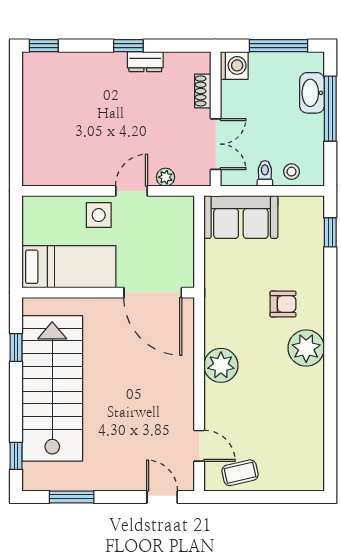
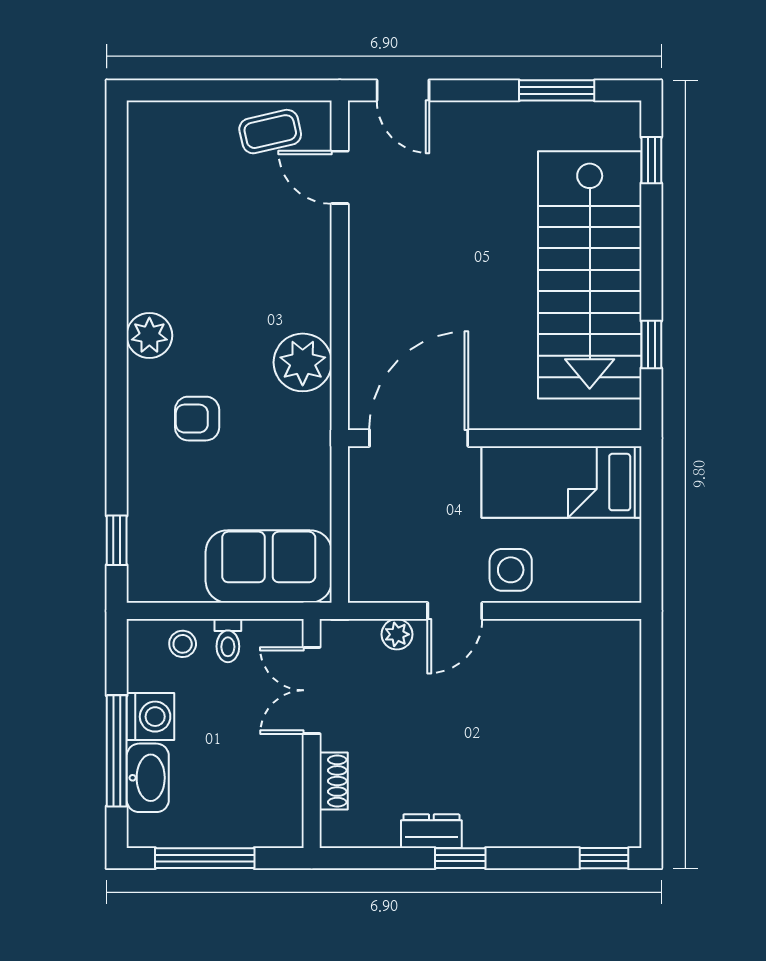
washing machine: (234, 65) -> (150, 717), moved, turned 180
door: (153, 293) -> (419, 438), hinge flipped
plant: (306, 348) -> (149, 335), width x0.73, depth x0.73
plant: (221, 365) -> (303, 362), moved

